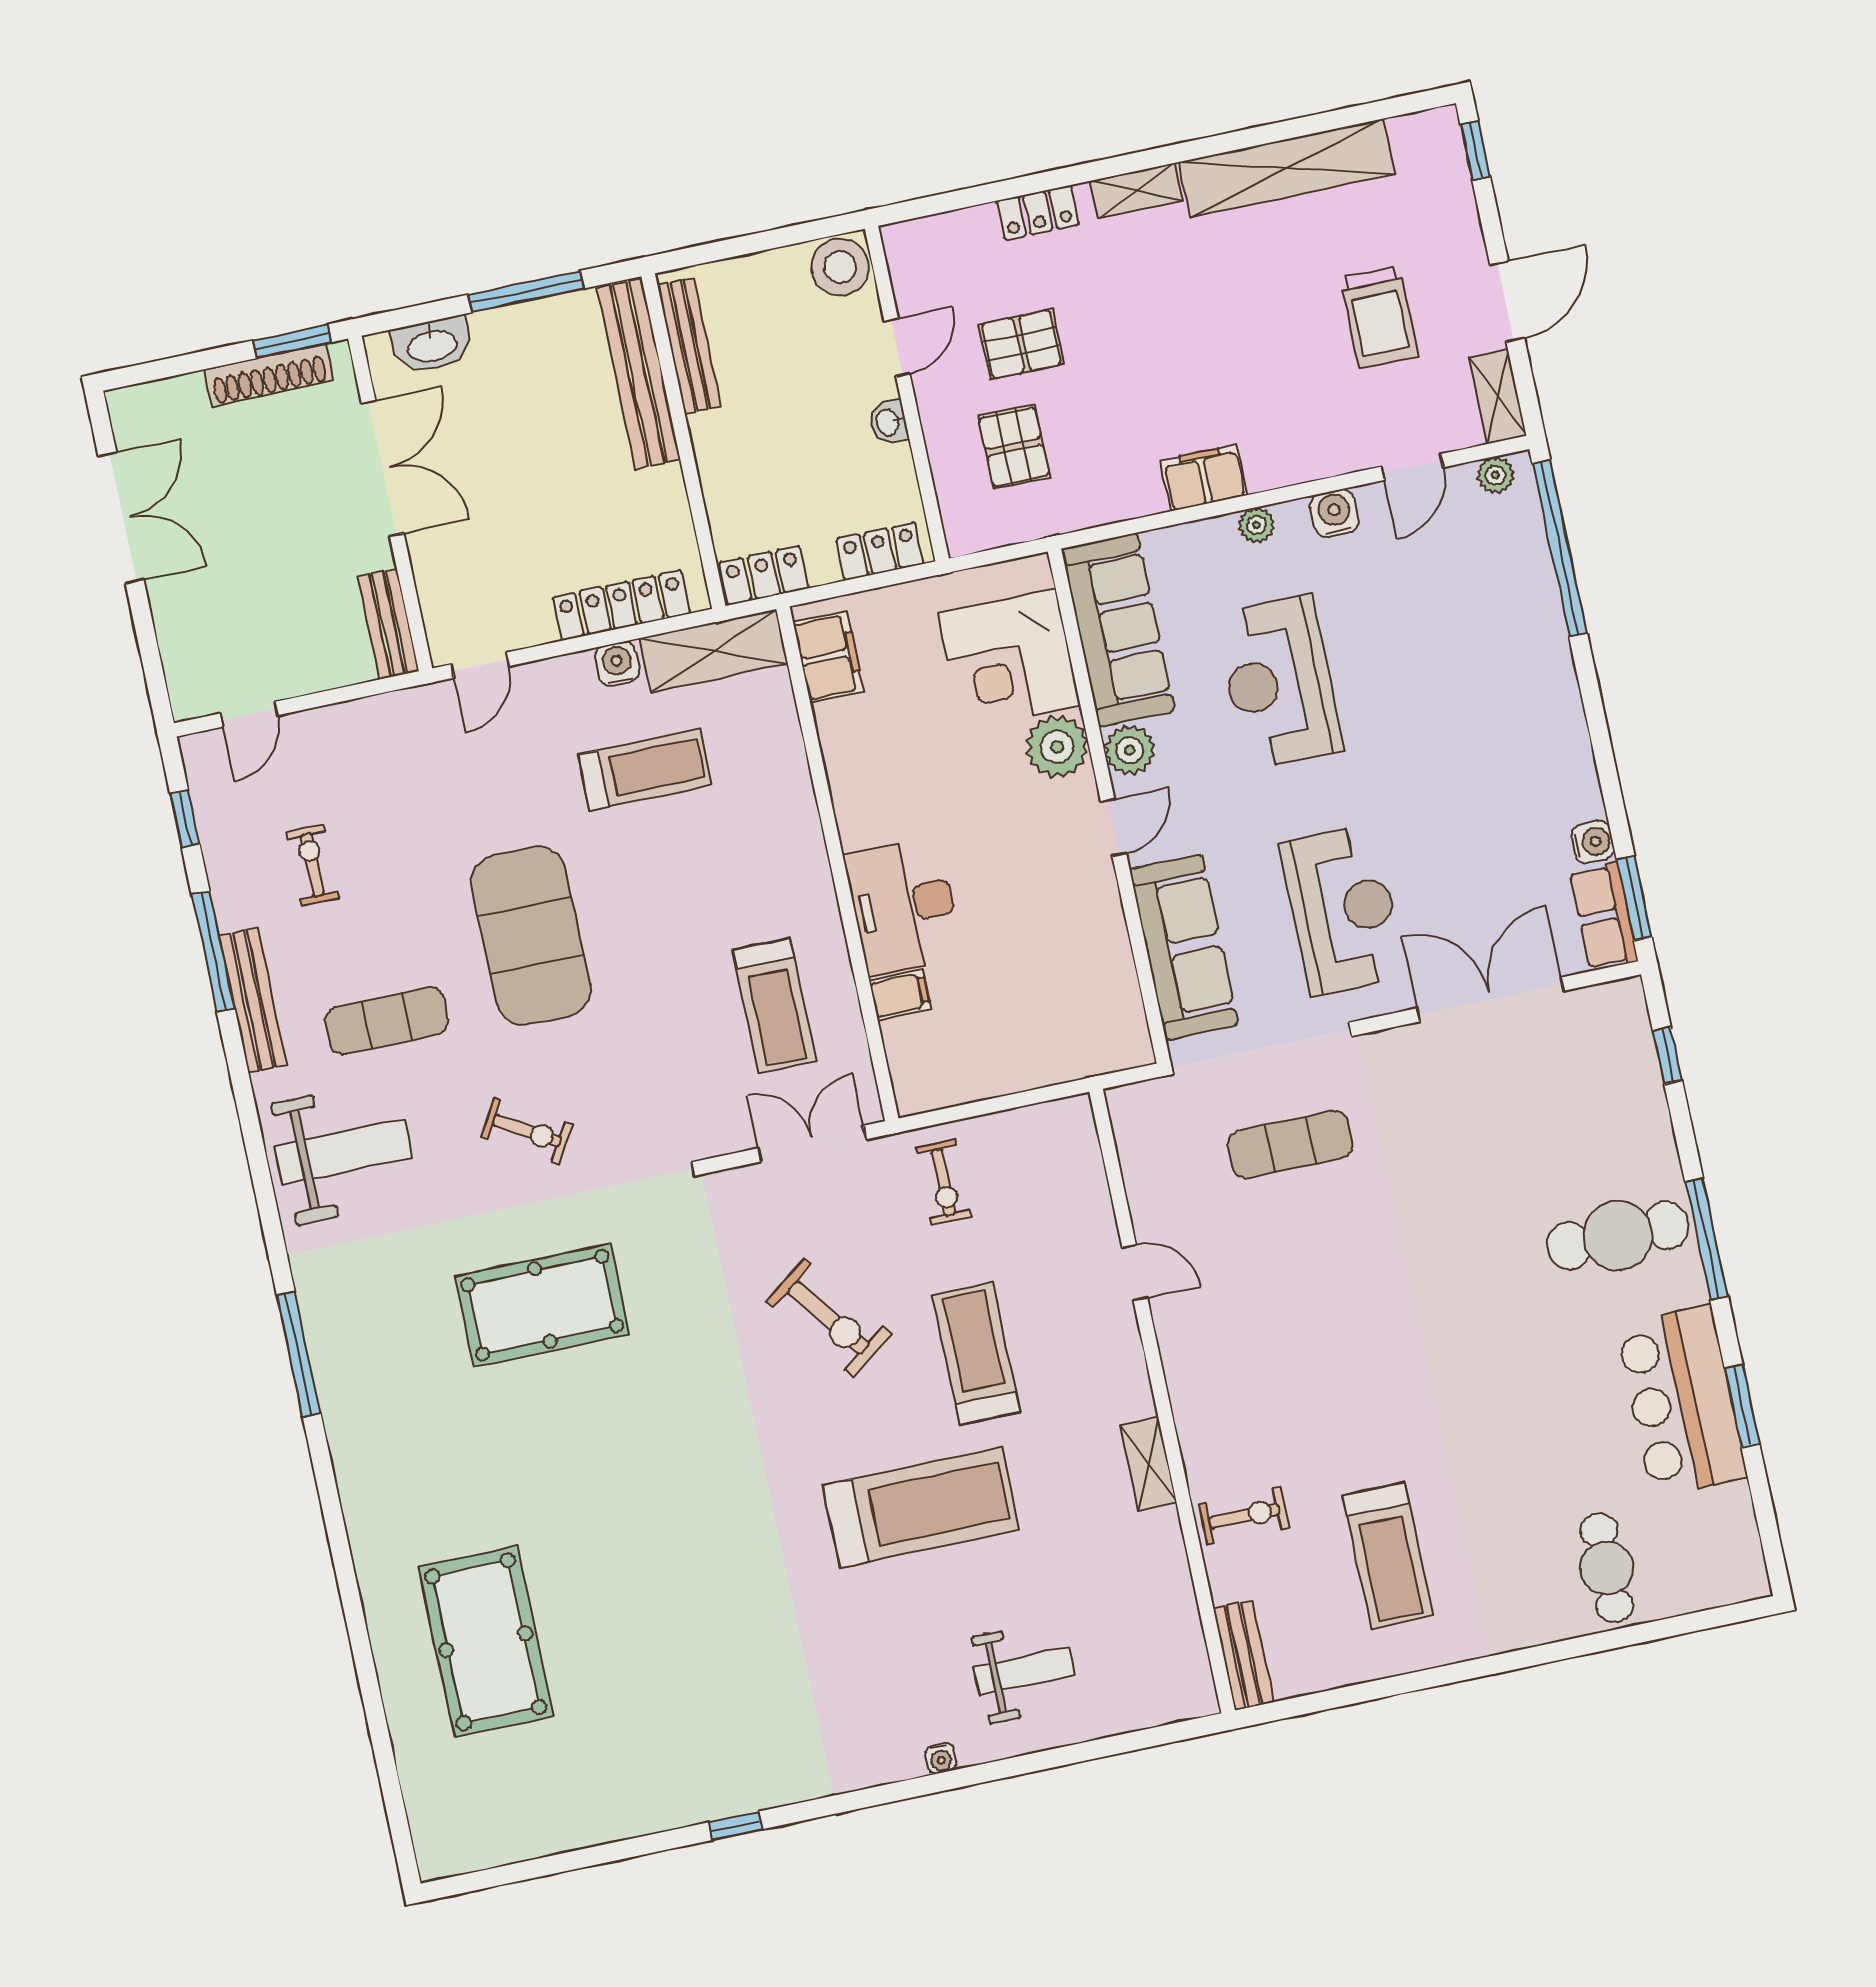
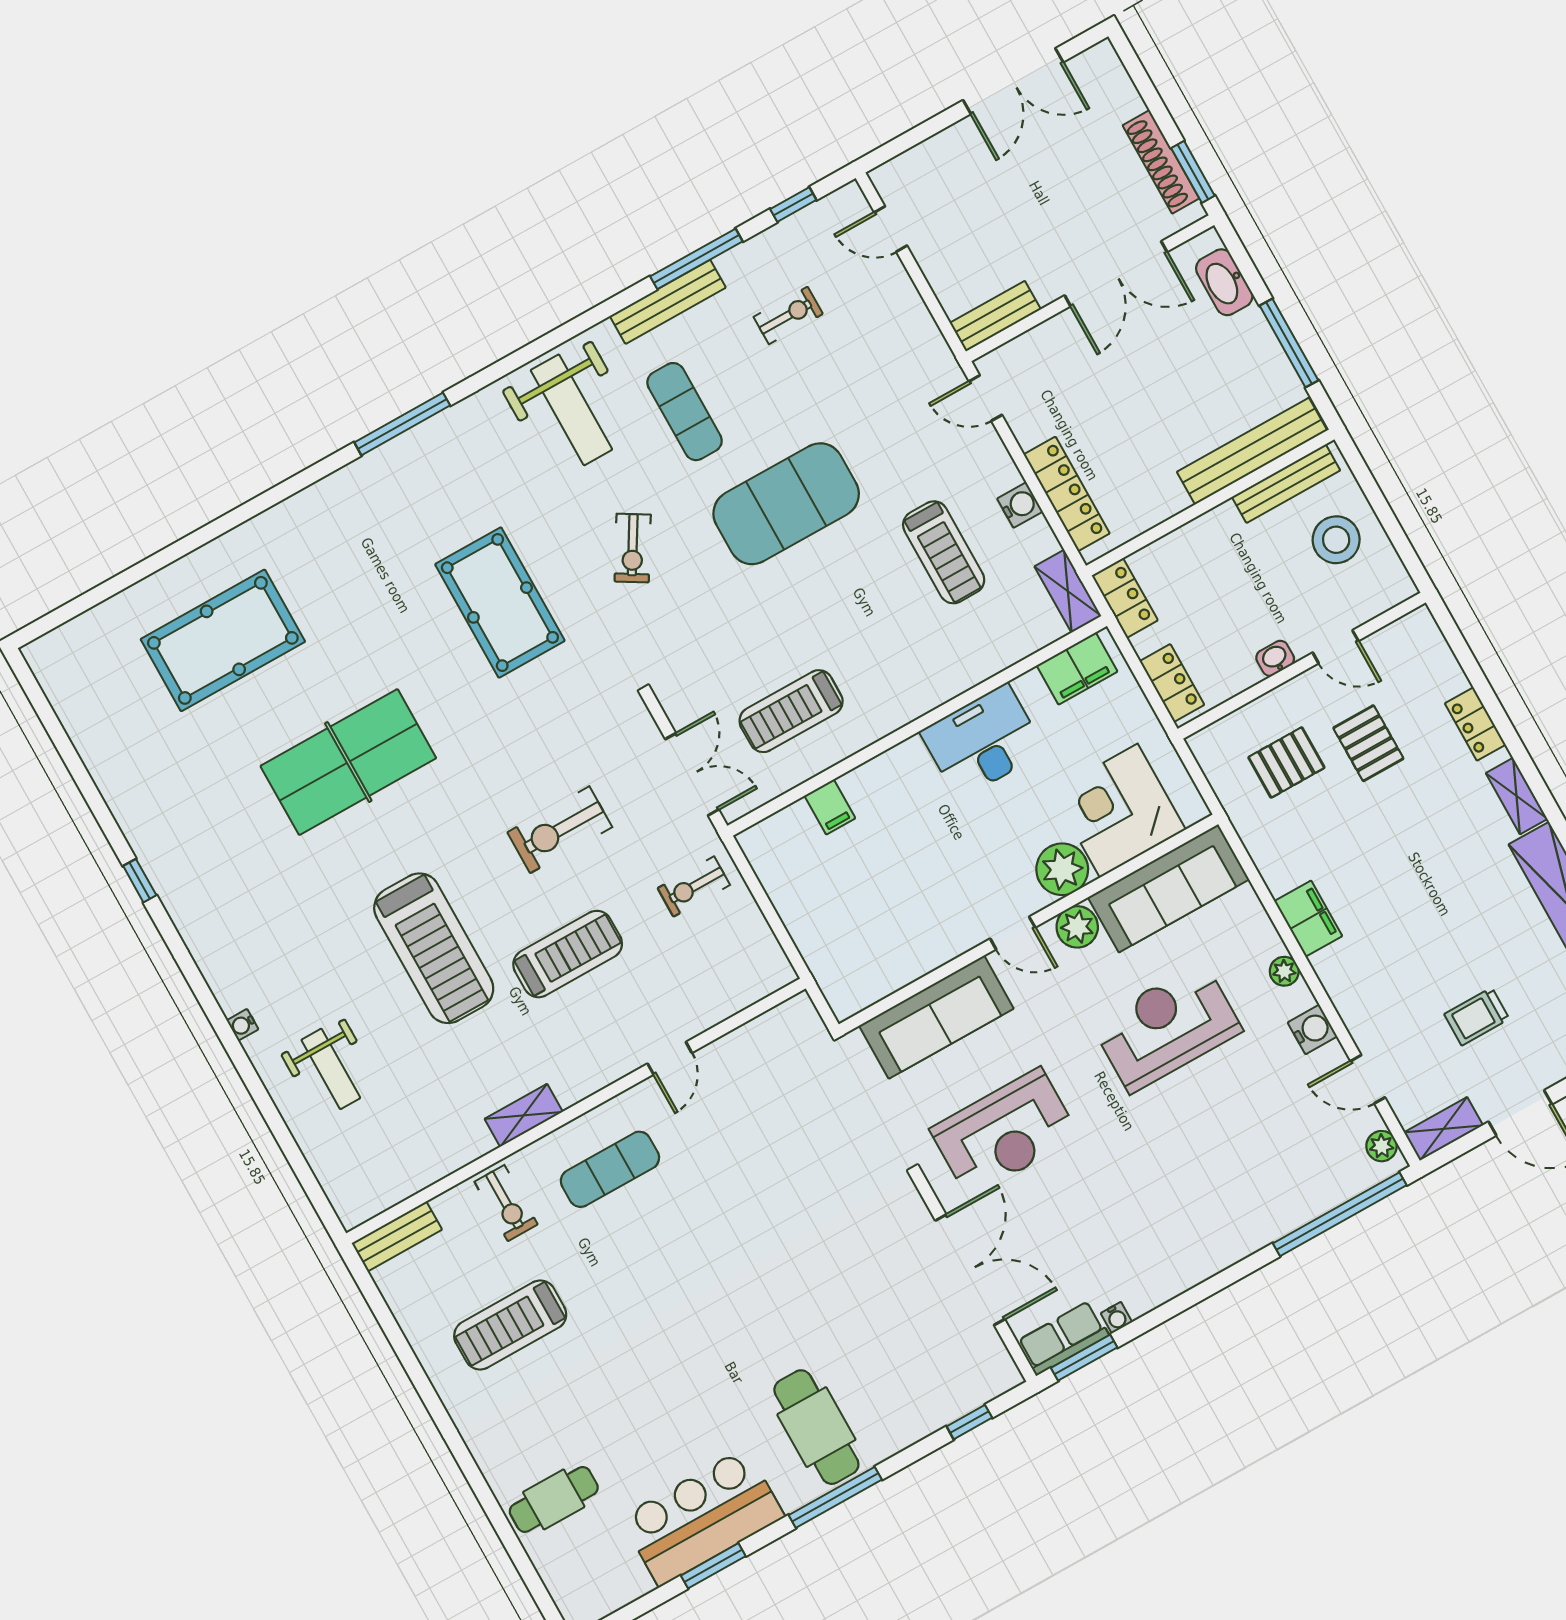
stool: (840, 267) -> (1336, 540), moved
trolley: (1379, 317) -> (1477, 1017), width x0.73, depth x0.72
shelving: (714, 651) -> (1068, 591), width x0.67, depth x0.75
water cooler: (1593, 842) -> (1116, 1318), width x0.72, depth x0.72
desk: (903, 906) -> (983, 741), moved
exercise mat: (1290, 1145) -> (610, 1169), moved, turned 90
exercise bike: (829, 1318) -> (560, 830), turned 37
table tennis table: (673, 1540) -> (348, 762), added

